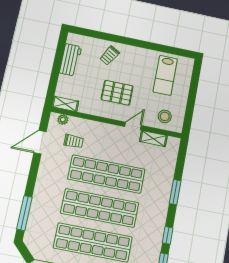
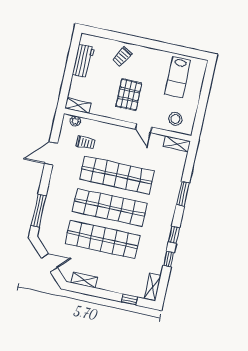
pallet: (117, 93) -> (129, 95), turned 90
door: (133, 126) -> (144, 128), swing flipped
shelving: (153, 139) -> (177, 144), moved
door: (40, 142) -> (51, 154), moved

